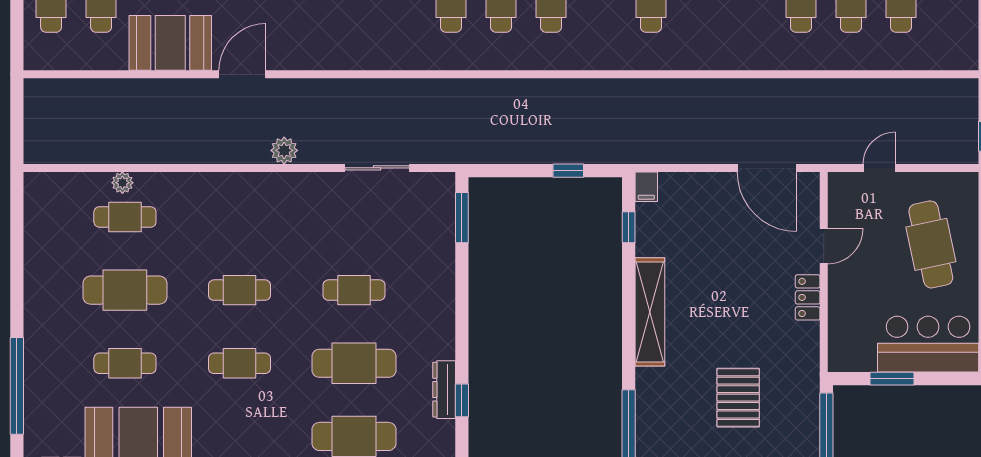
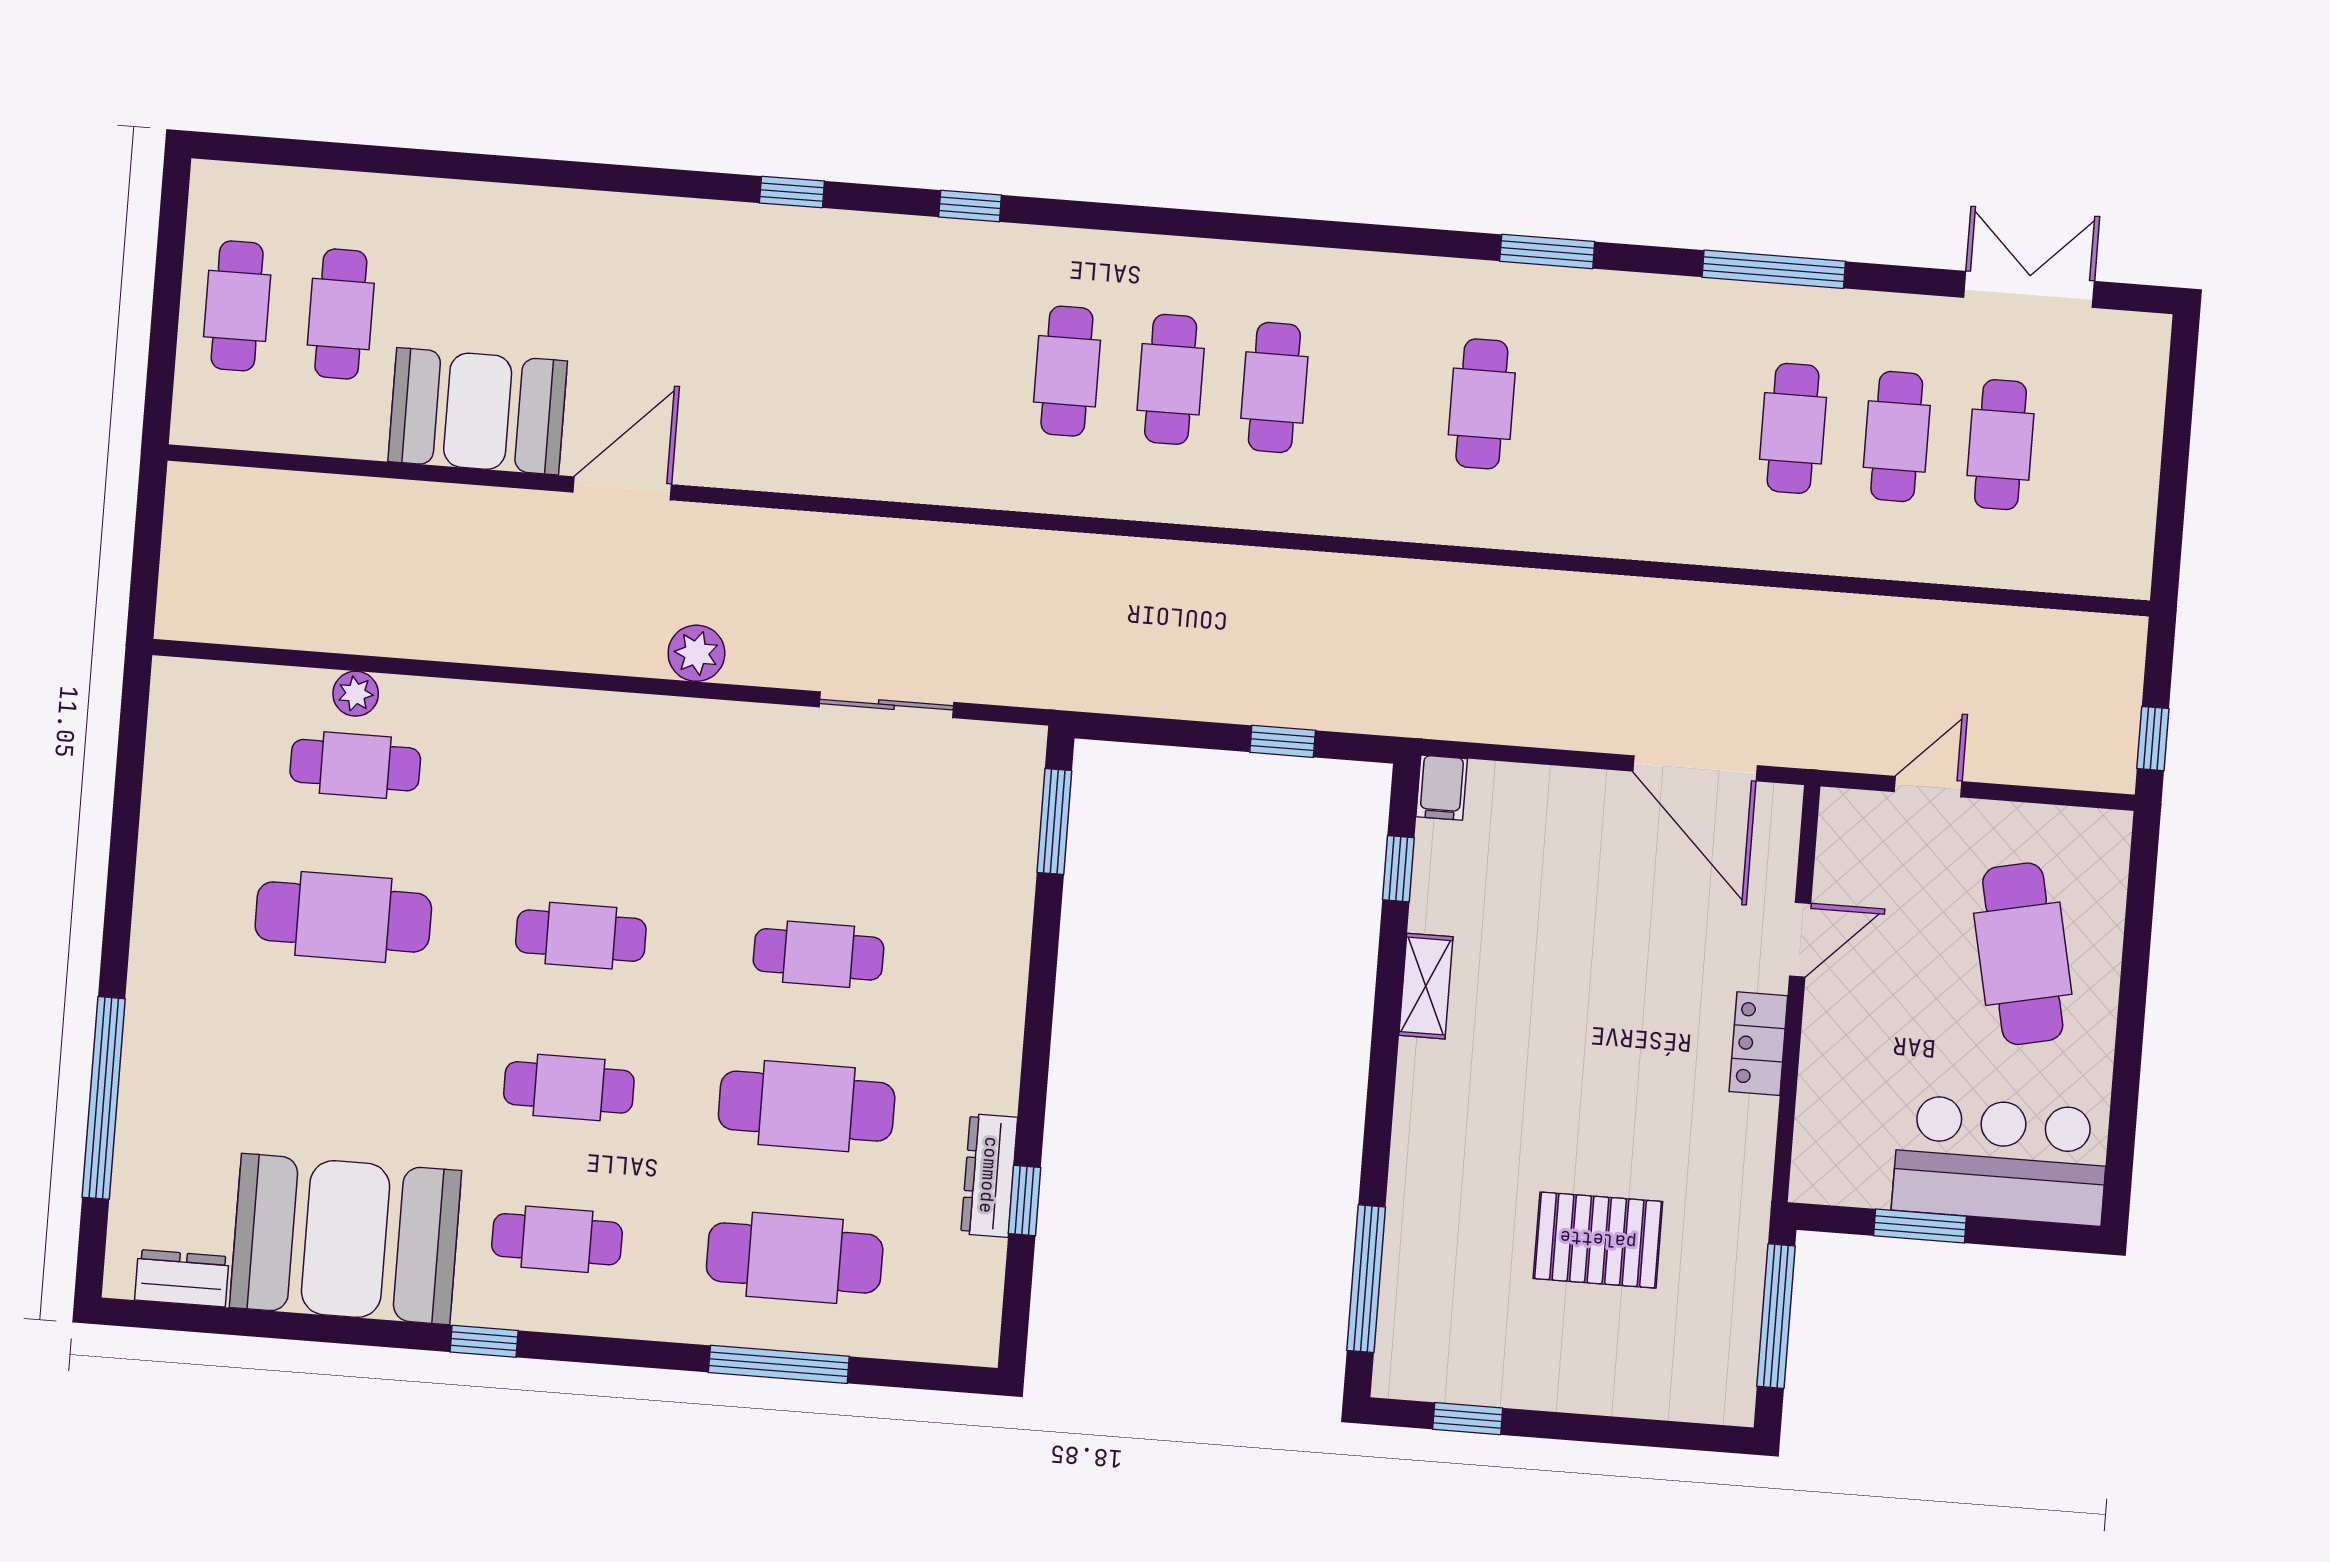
shelving: (650, 312) -> (1426, 986), width x0.45, depth x0.75
cafe table: (125, 363) -> (557, 1239), moved
pallet: (738, 398) -> (1598, 1240), turned 90

